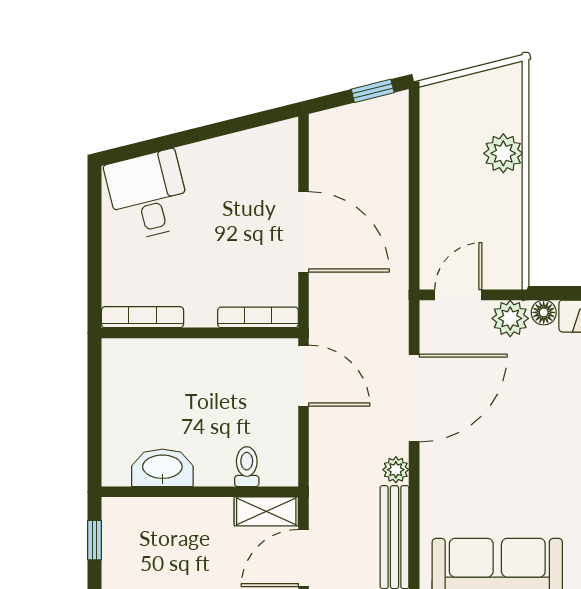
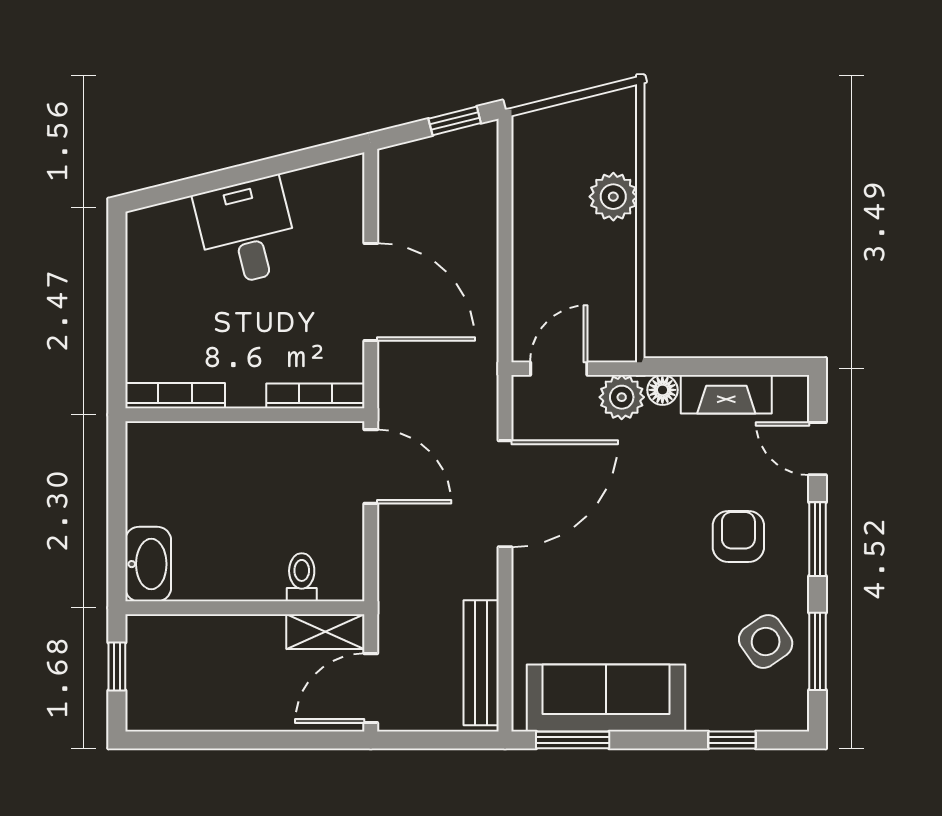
desk: (148, 195) -> (247, 231), moved
washbasin: (162, 468) -> (148, 564), moved, turned 90
plant: (396, 470) -> (483, 581), removed

